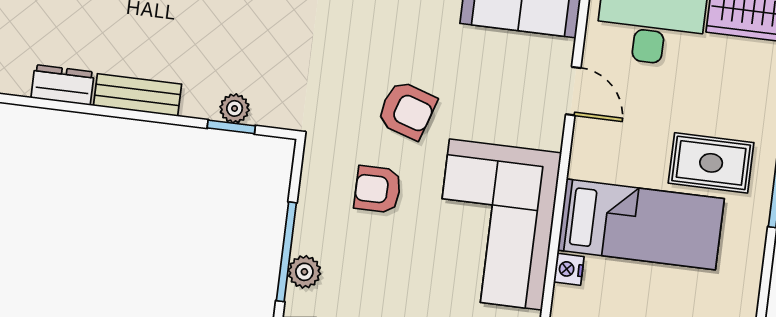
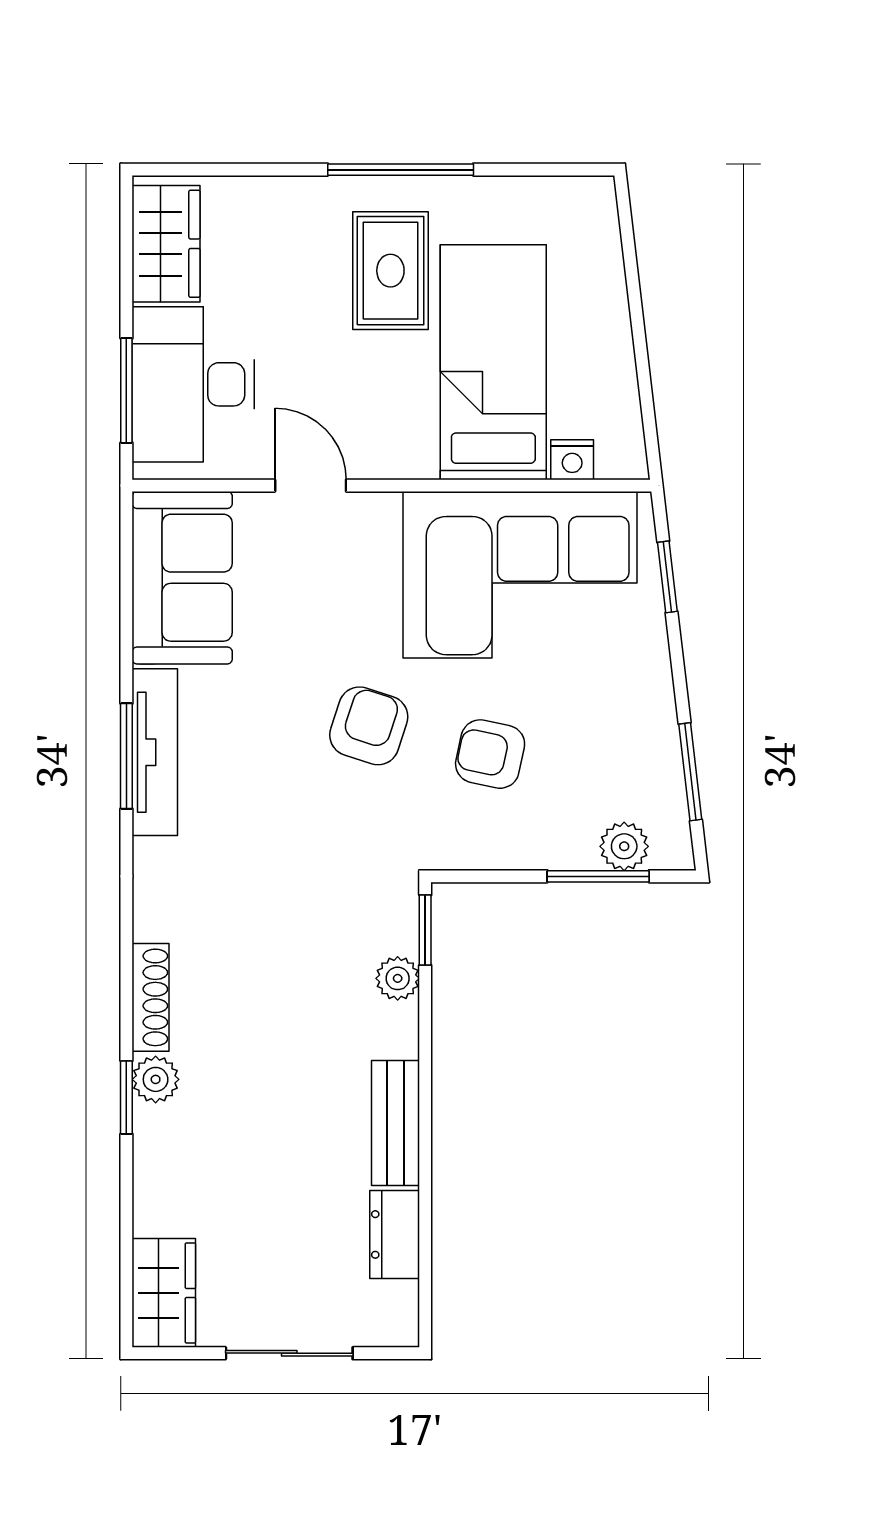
door: (573, 91) -> (311, 486), hinge flipped
window: (231, 127) -> (425, 930), moved
armchair: (378, 189) -> (490, 754), turned 102
window: (286, 252) -> (598, 876), width x0.69

